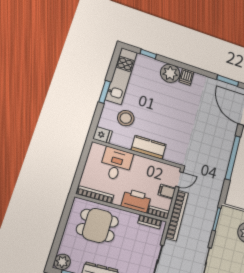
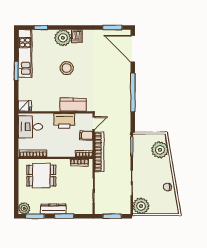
stool: (126, 118) -> (67, 68), moved
kitchen counter: (149, 147) -> (73, 105), moved
desk: (116, 164) -> (30, 127), moved, turned -90
printer: (136, 201) -> (64, 121), moved, turned 180

